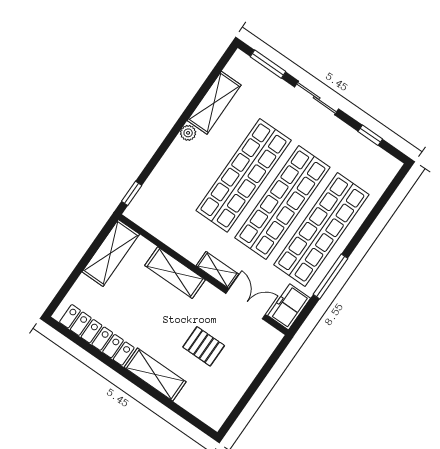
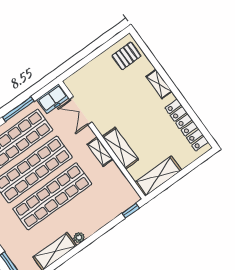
shelving: (217, 270) -> (100, 152), moved
pallet: (204, 346) -> (126, 56), moved, turned 90
shelving: (155, 375) -> (159, 84), width x0.67, depth x0.75

